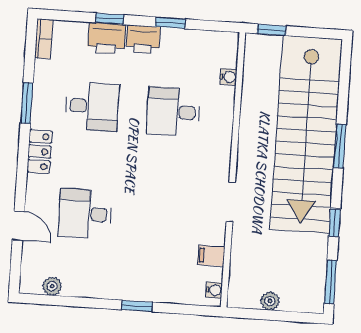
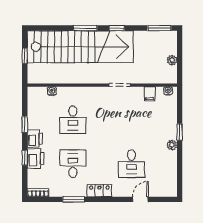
window: (272, 30) -> (25, 56), moved
window: (335, 223) -> (117, 28), moved
plant: (52, 286) -> (172, 145), moved

